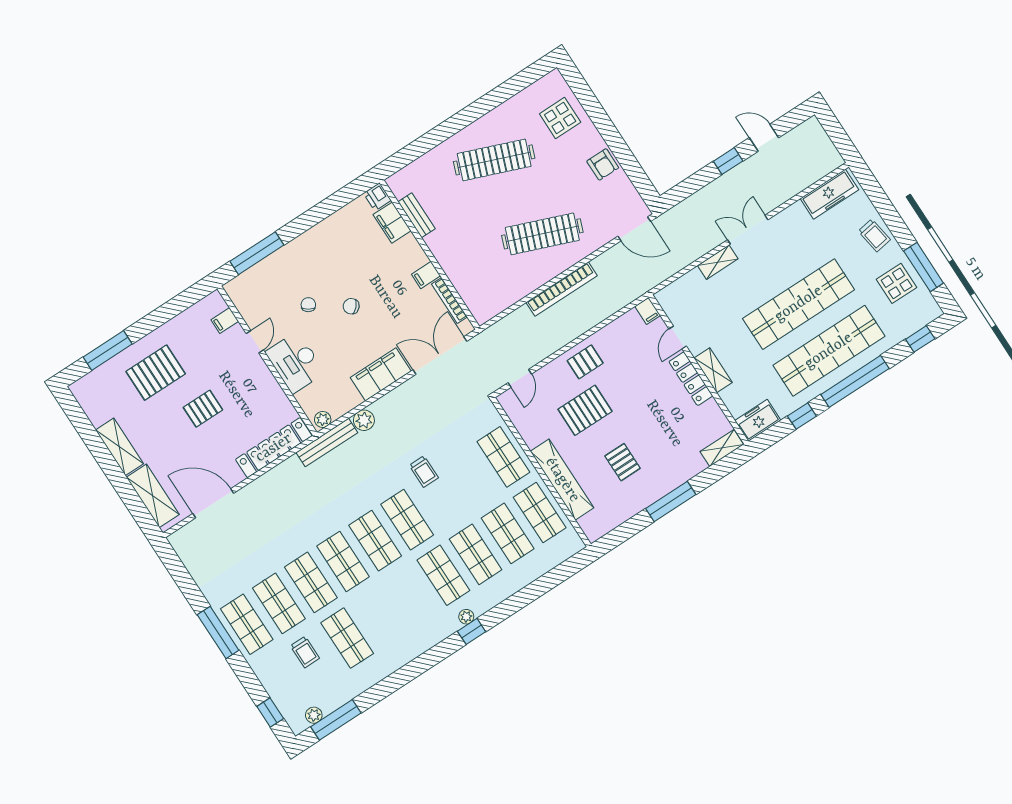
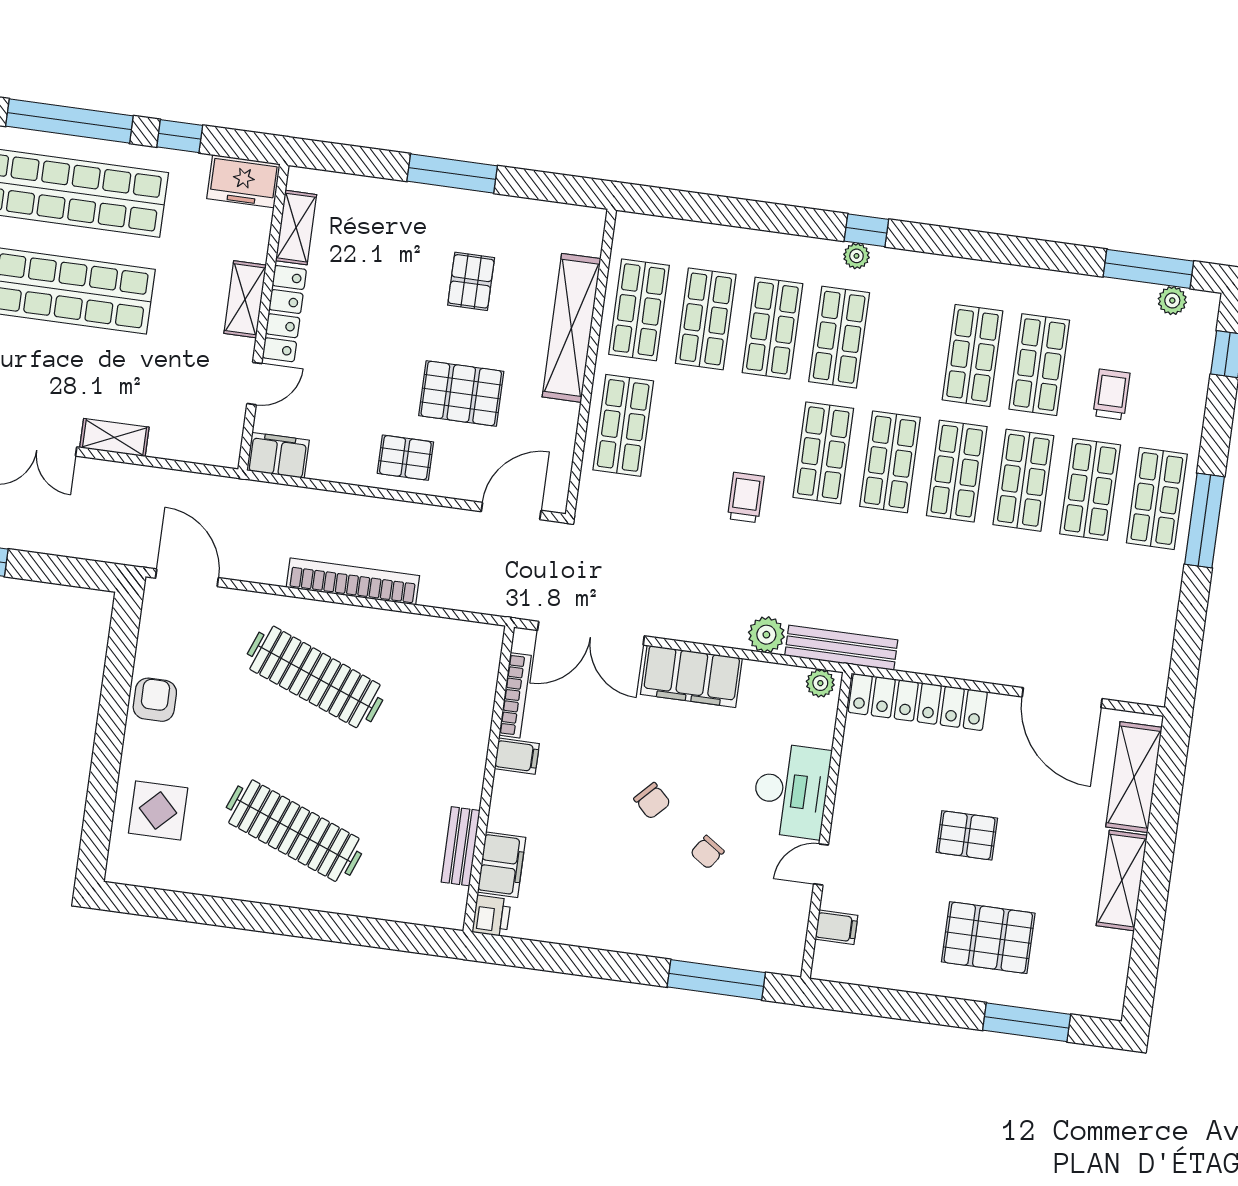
filing cabinet: (648, 311) -> (278, 455), width x2.00
door: (520, 378) -> (511, 511), width x1.38
shelving: (722, 448) -> (296, 228), moved, turned 90
shop shelf: (379, 617) -> (973, 355), added

